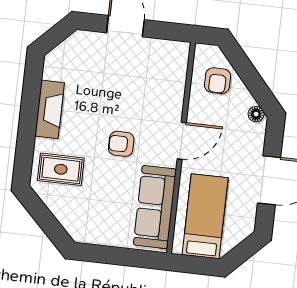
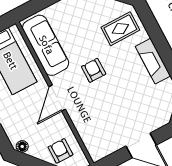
armchair: (121, 144) -> (94, 70), turned -90

